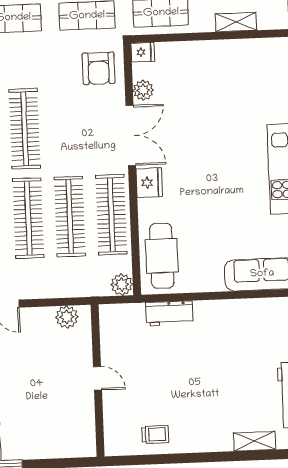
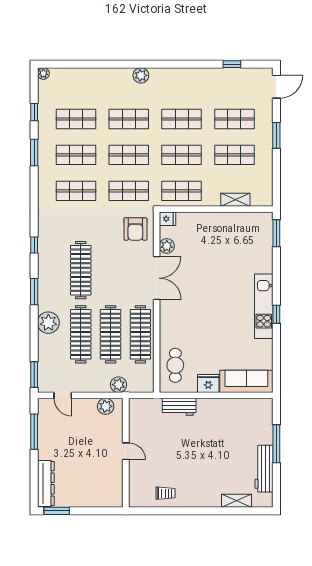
fridge: (149, 183) -> (208, 383), moved, turned -90
cafe table: (162, 256) -> (175, 365), width x0.73, depth x0.74
plant: (122, 284) -> (119, 385), moved

